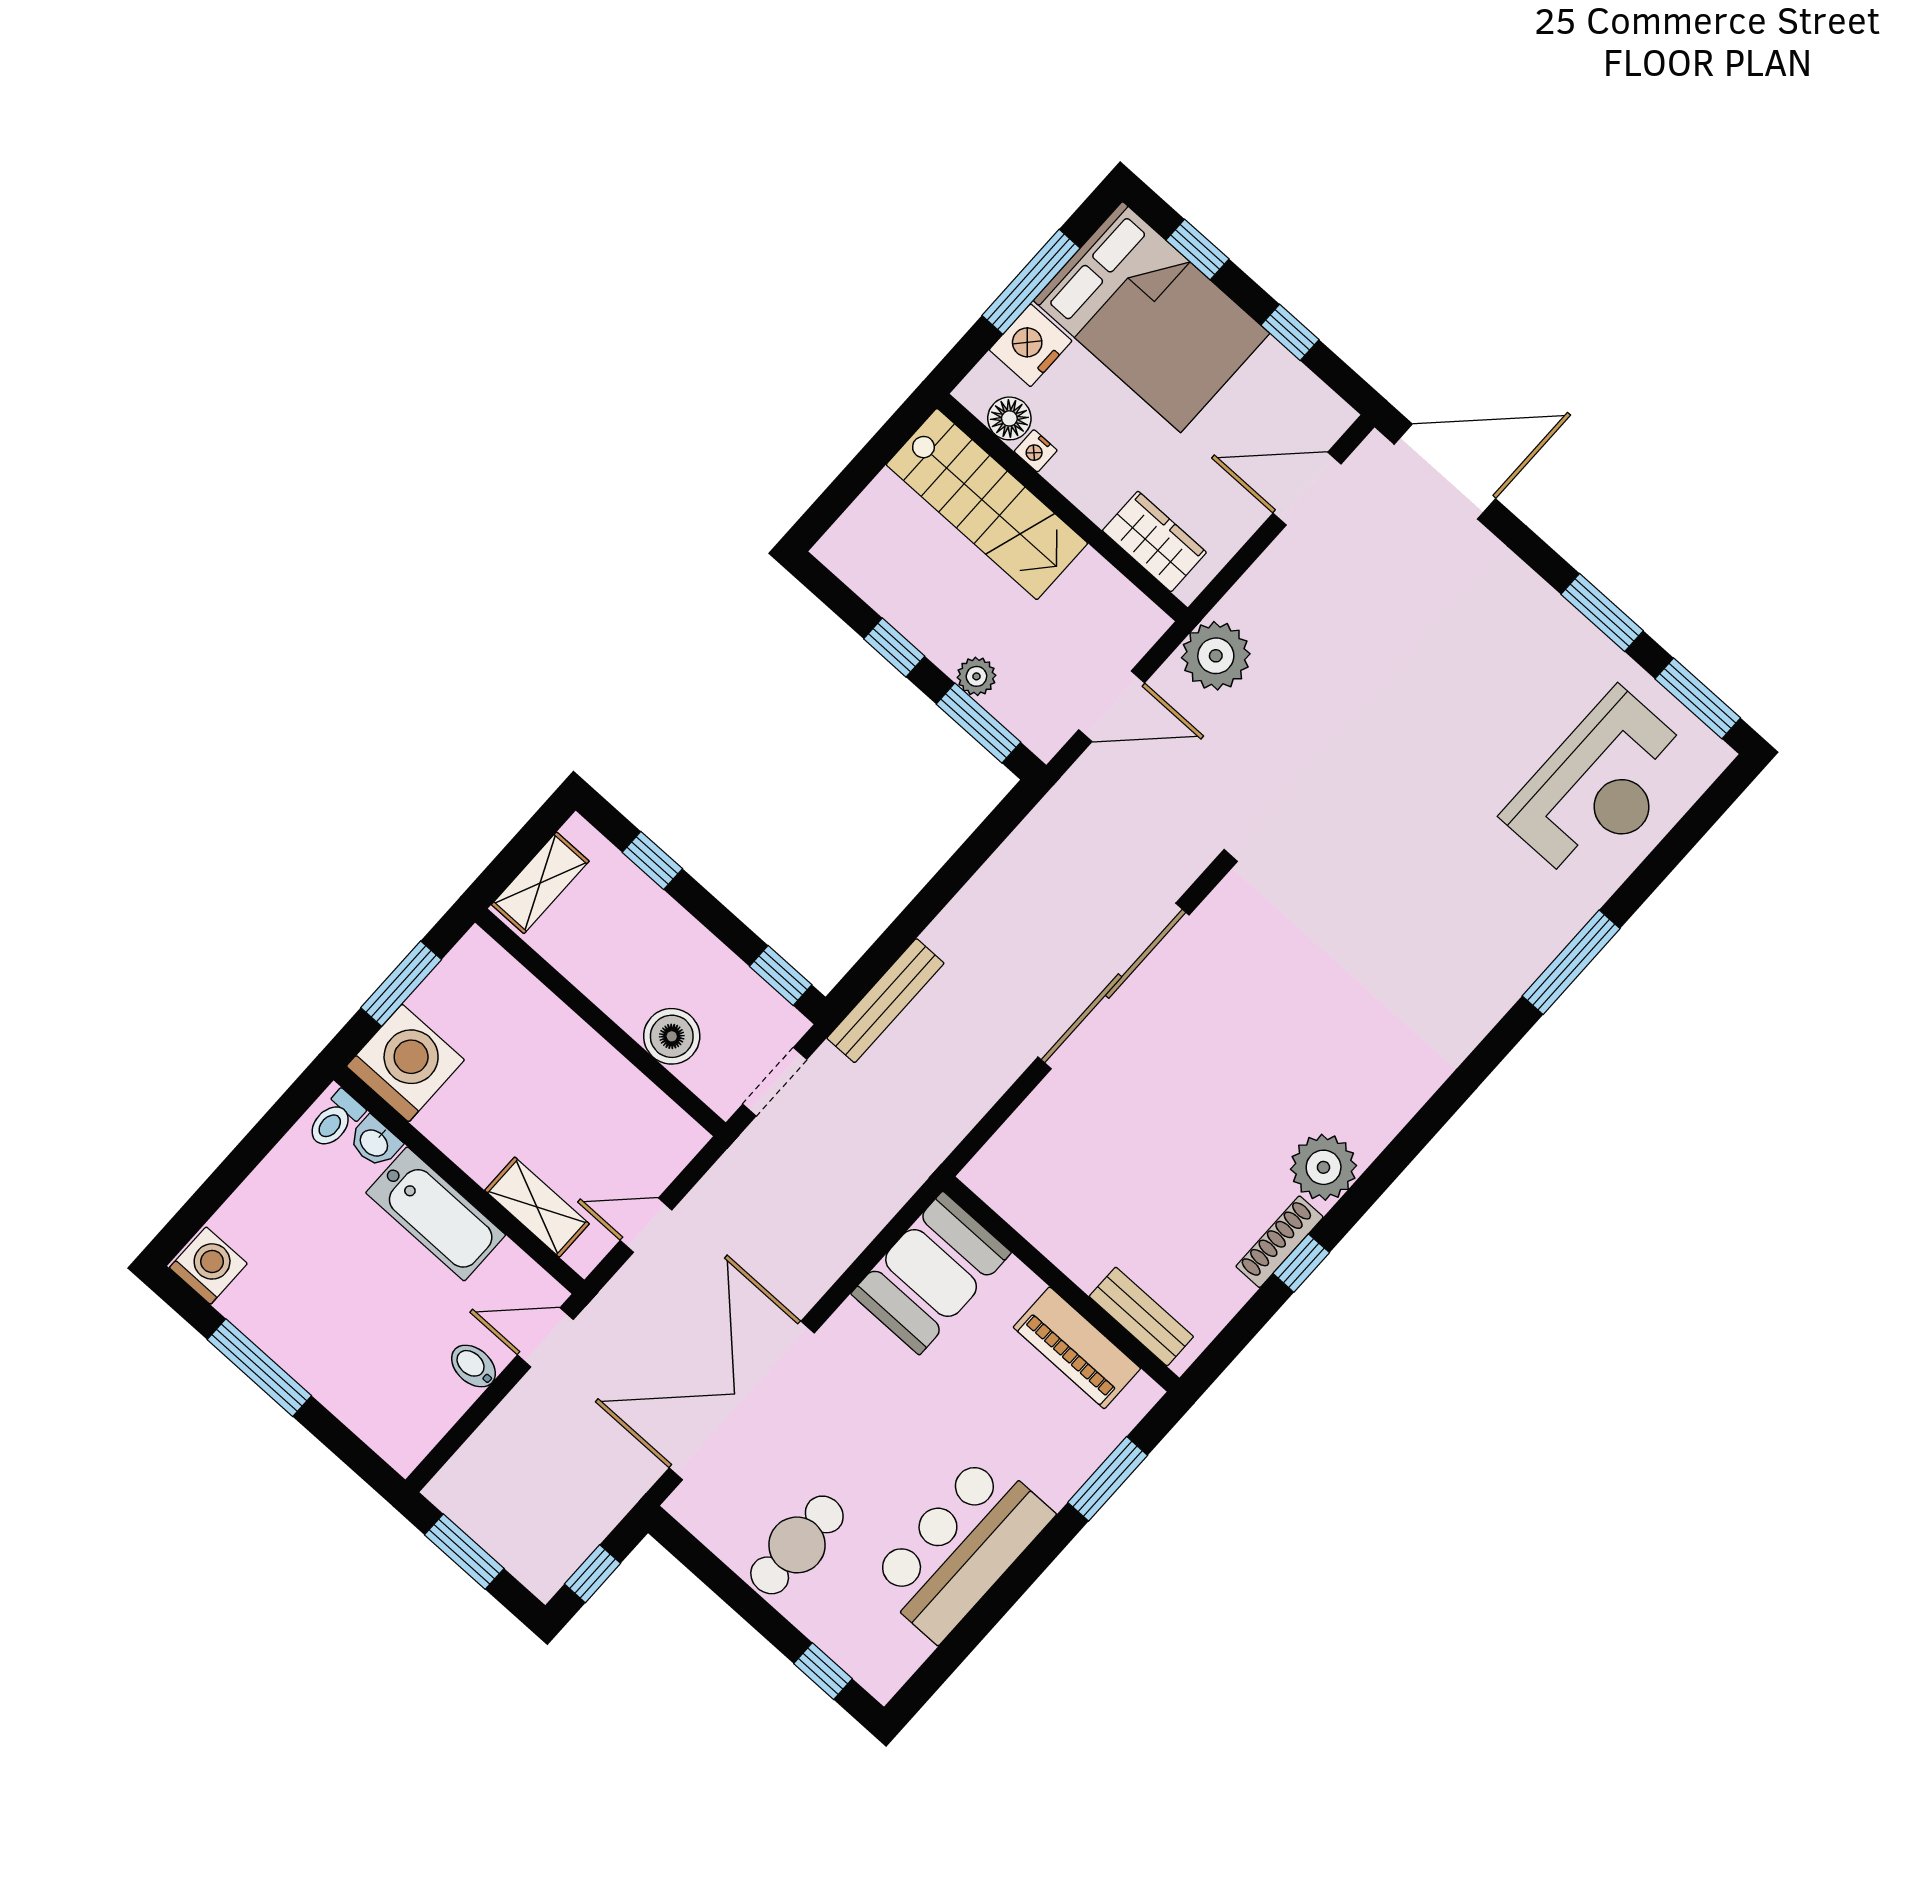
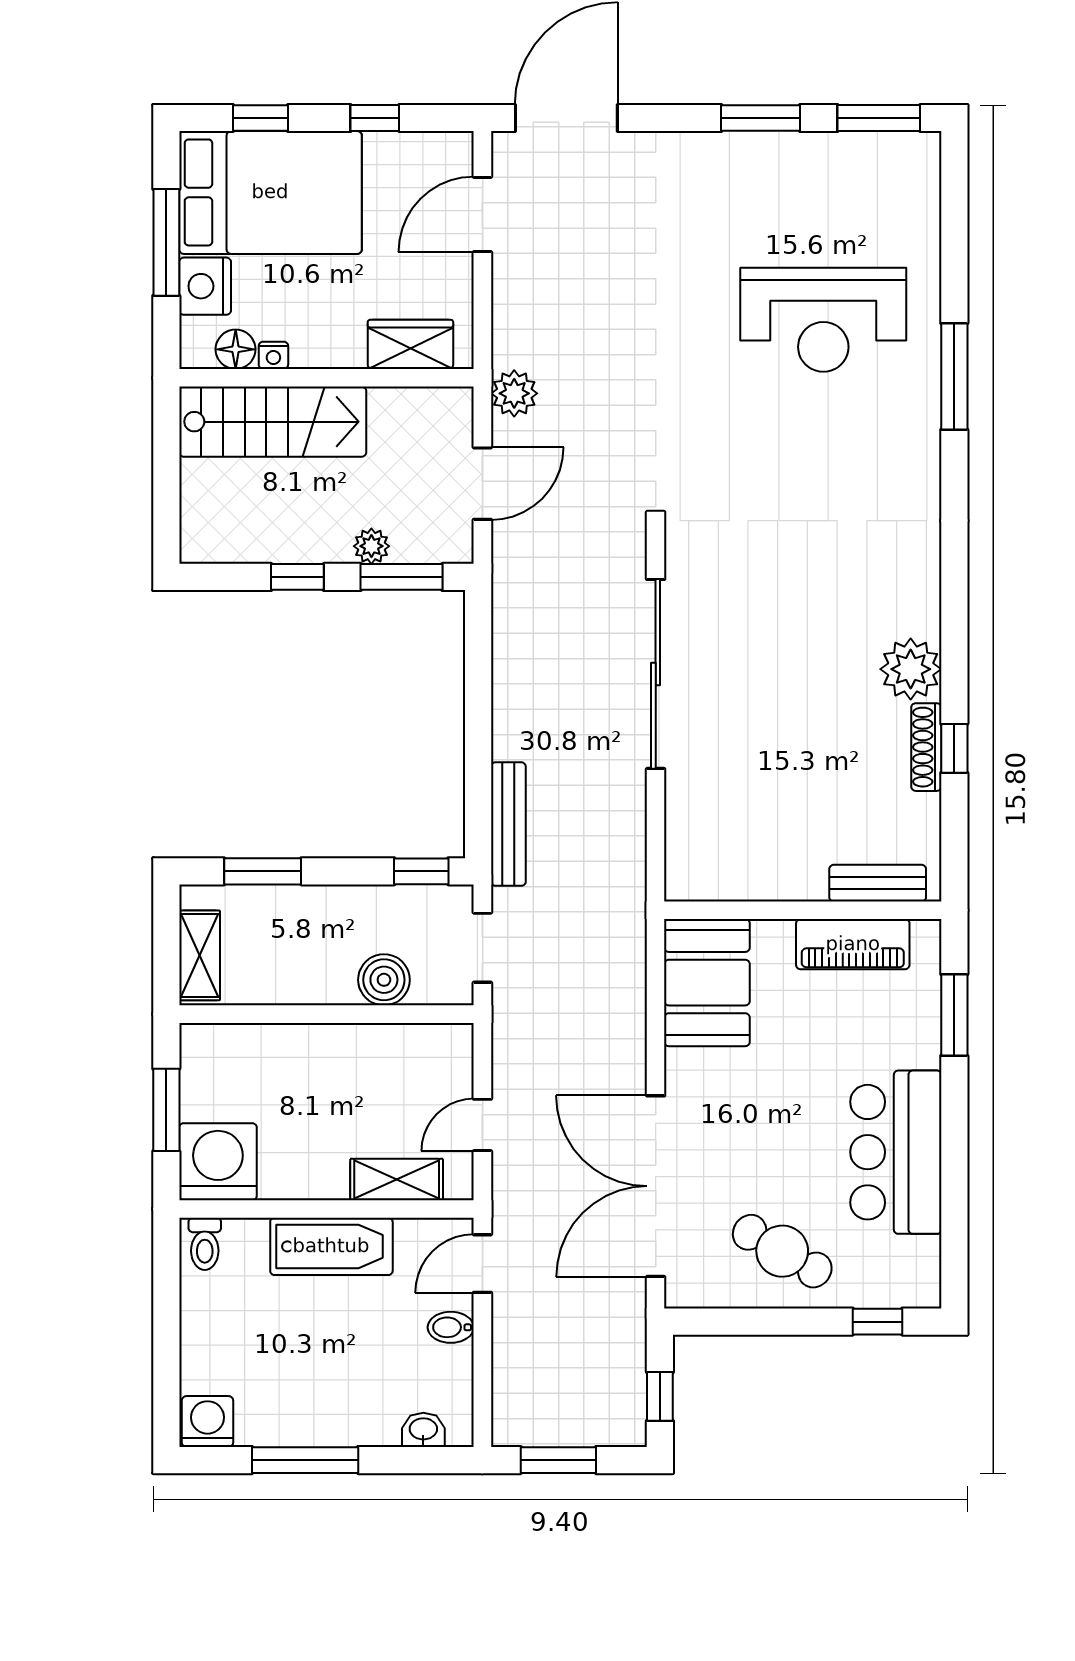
plant: (1216, 656) -> (514, 393), width x0.73, depth x0.73
reception desk: (1600, 787) -> (823, 320), moved, turned 90
window: (652, 860) -> (263, 871), width x1.50
washbasin: (375, 1142) -> (423, 1430), moved, turned 180
cafe table: (797, 1545) -> (782, 1251), turned -60

